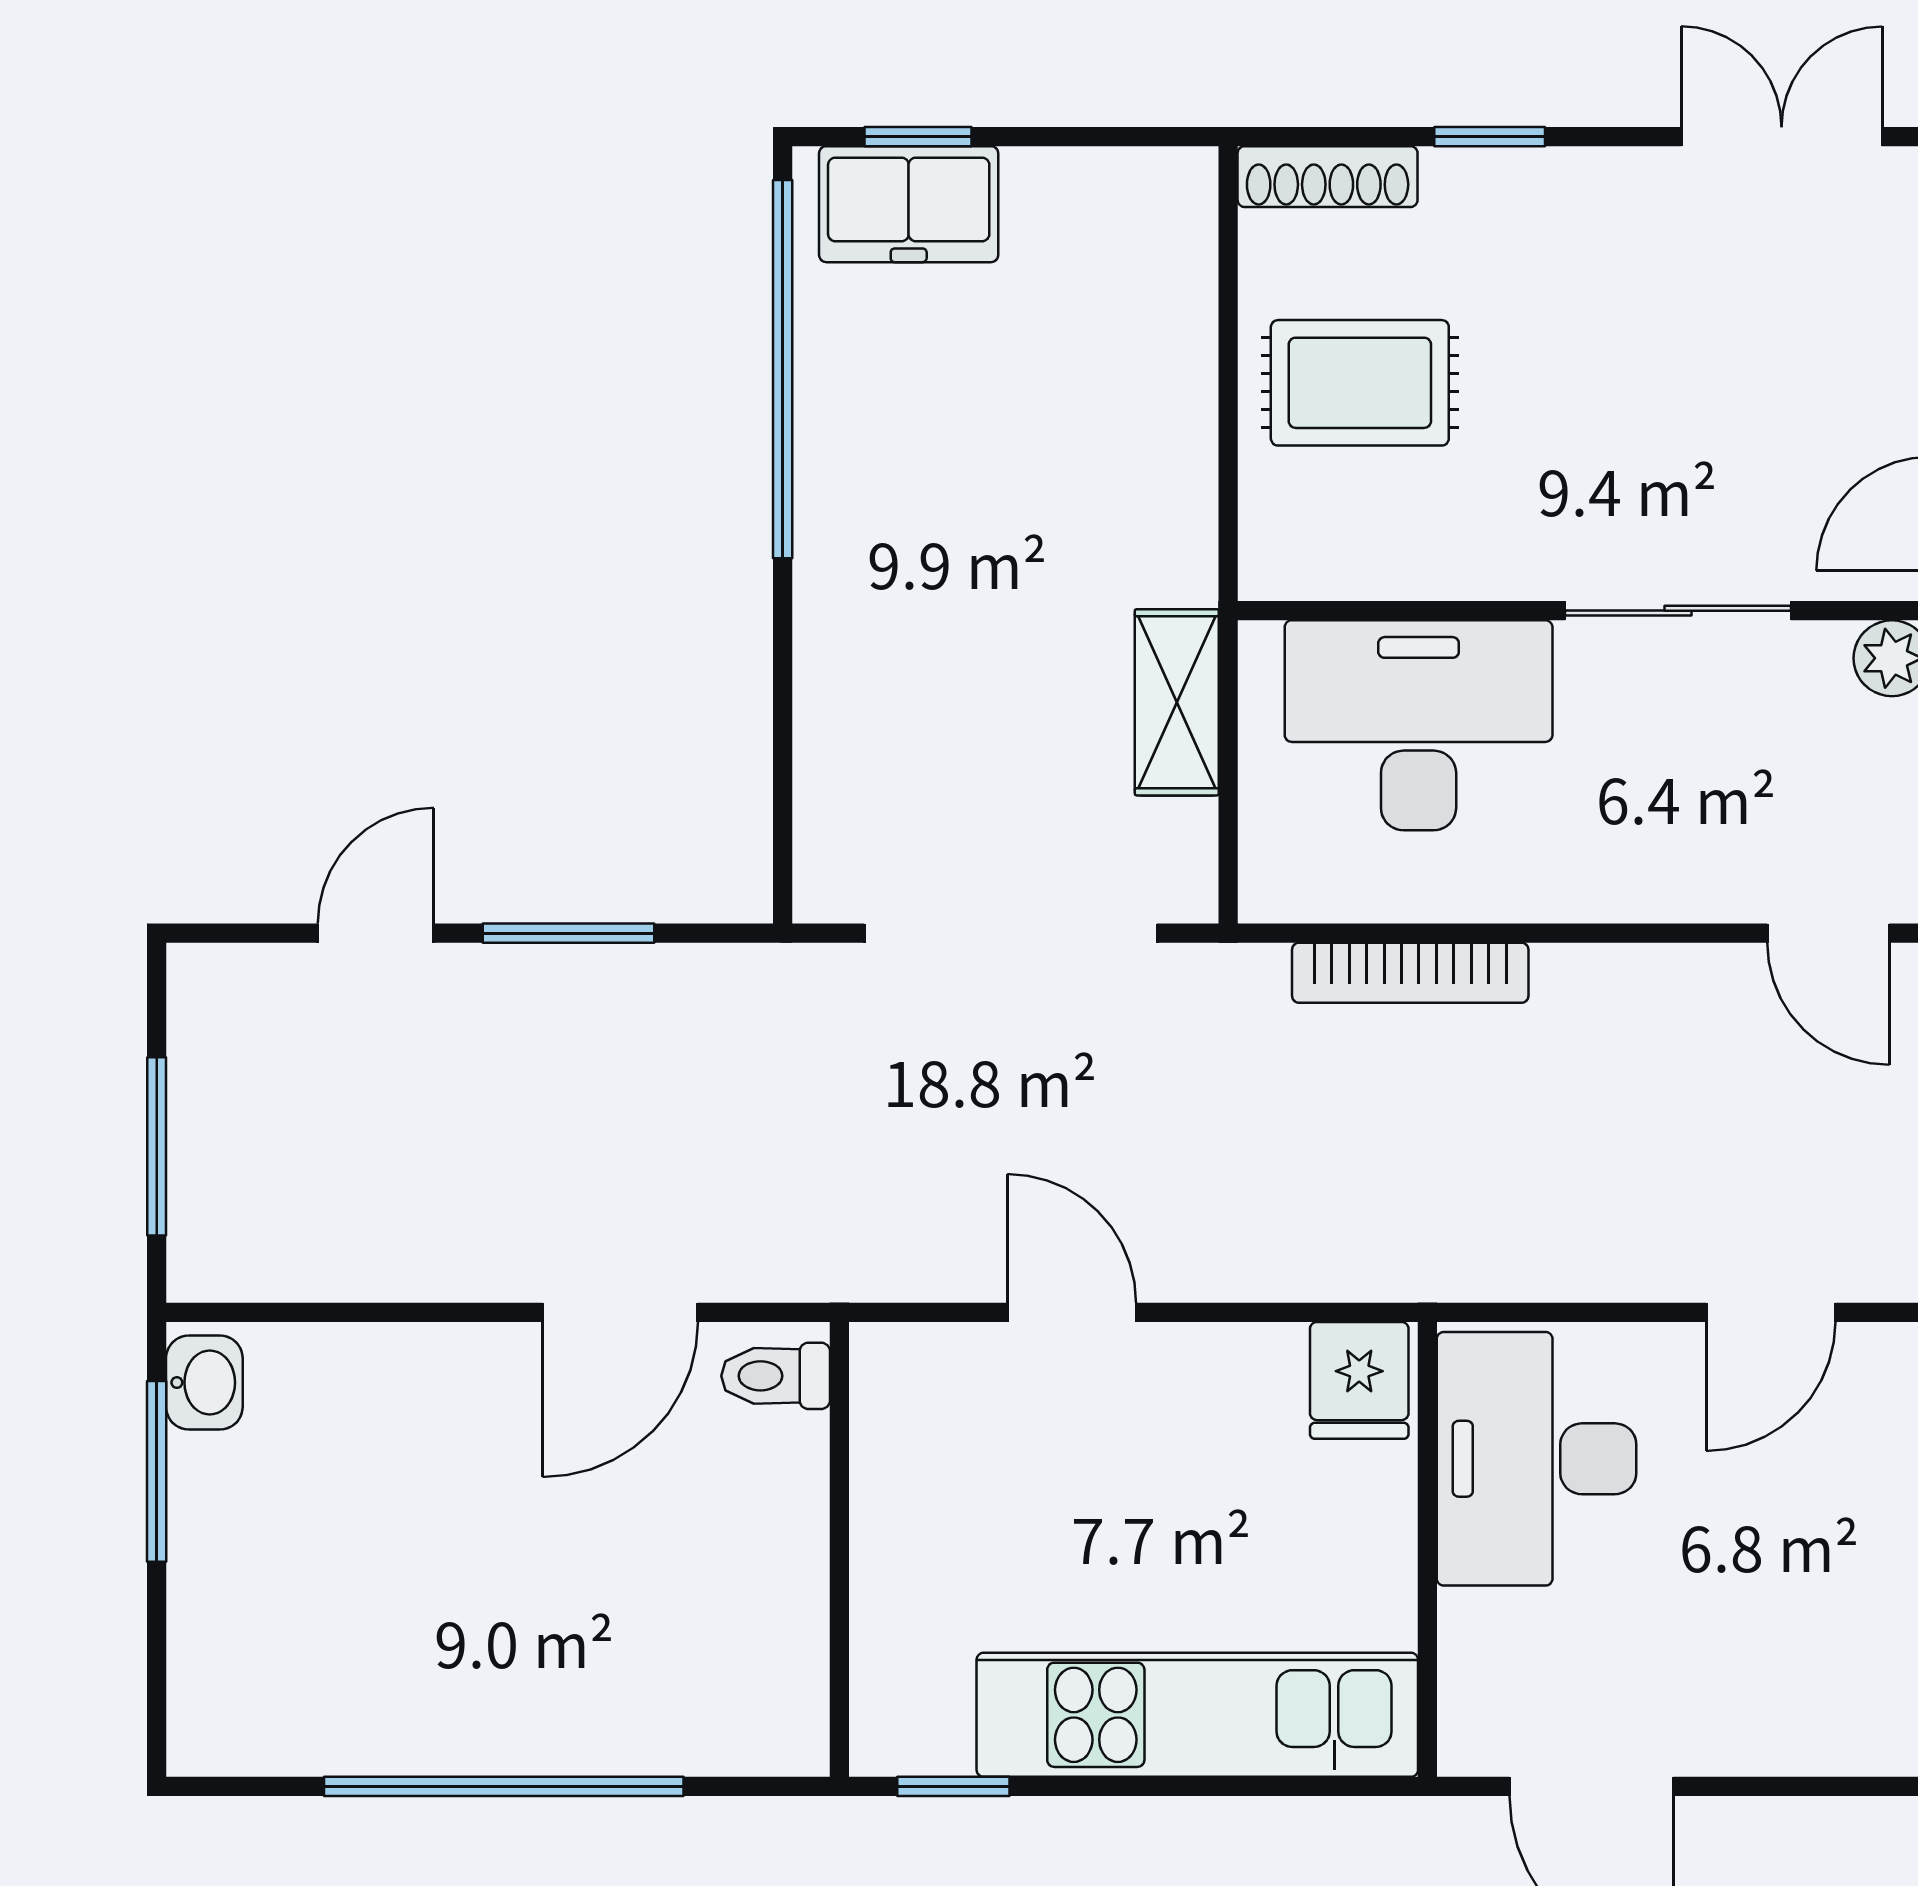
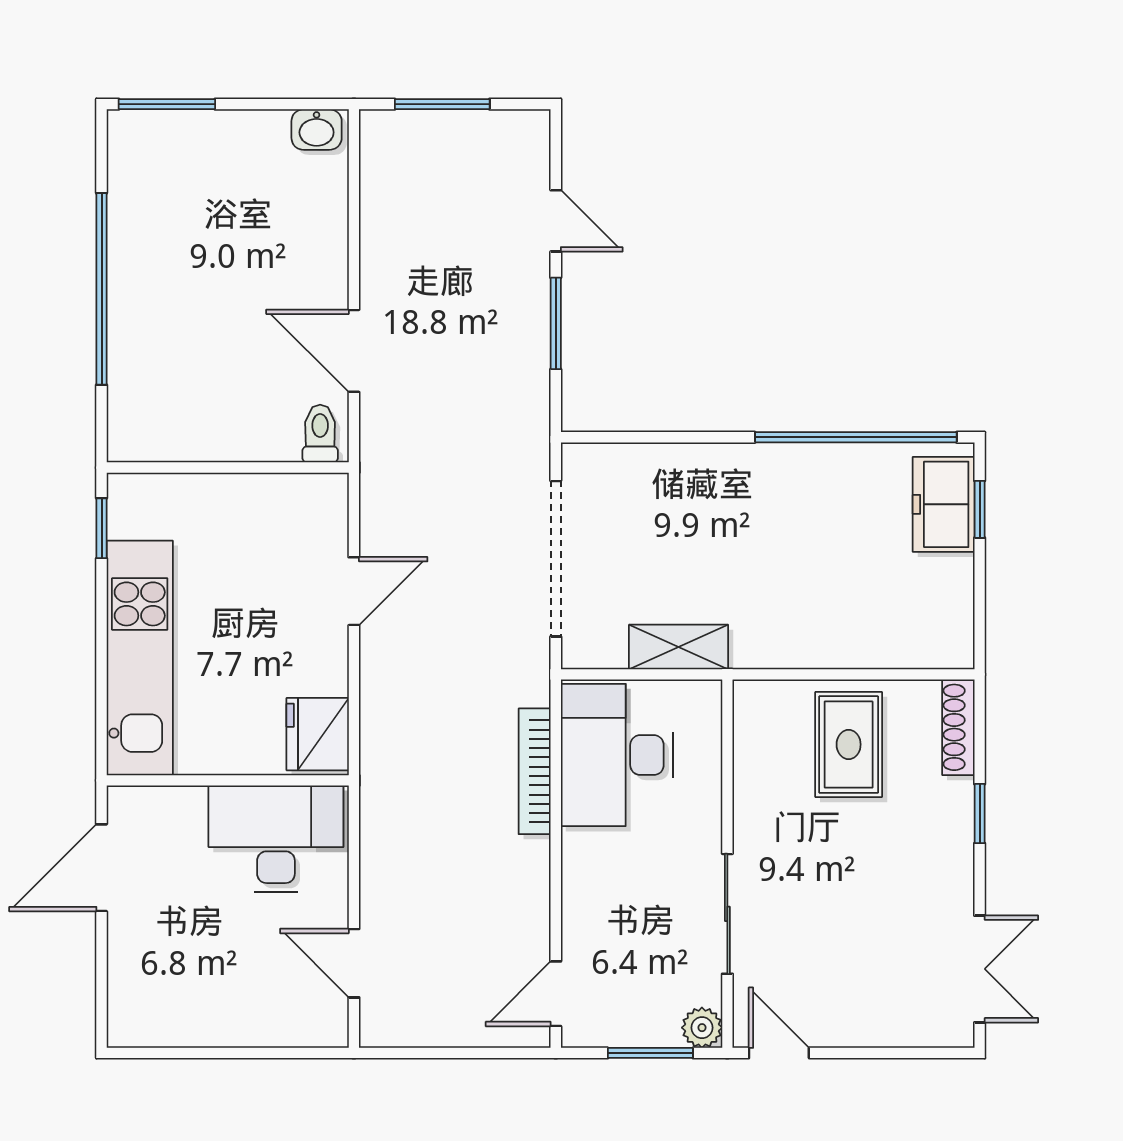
desk: (1419, 725) -> (617, 755), moved, turned 180
fridge: (1359, 1380) -> (318, 734), width x1.38
window: (157, 1471) -> (167, 104), moved

